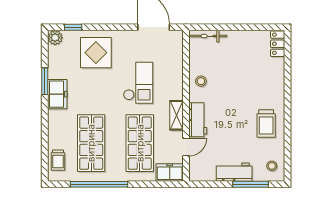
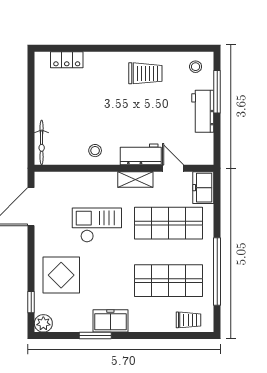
locker: (278, 44) -> (67, 60), moved

